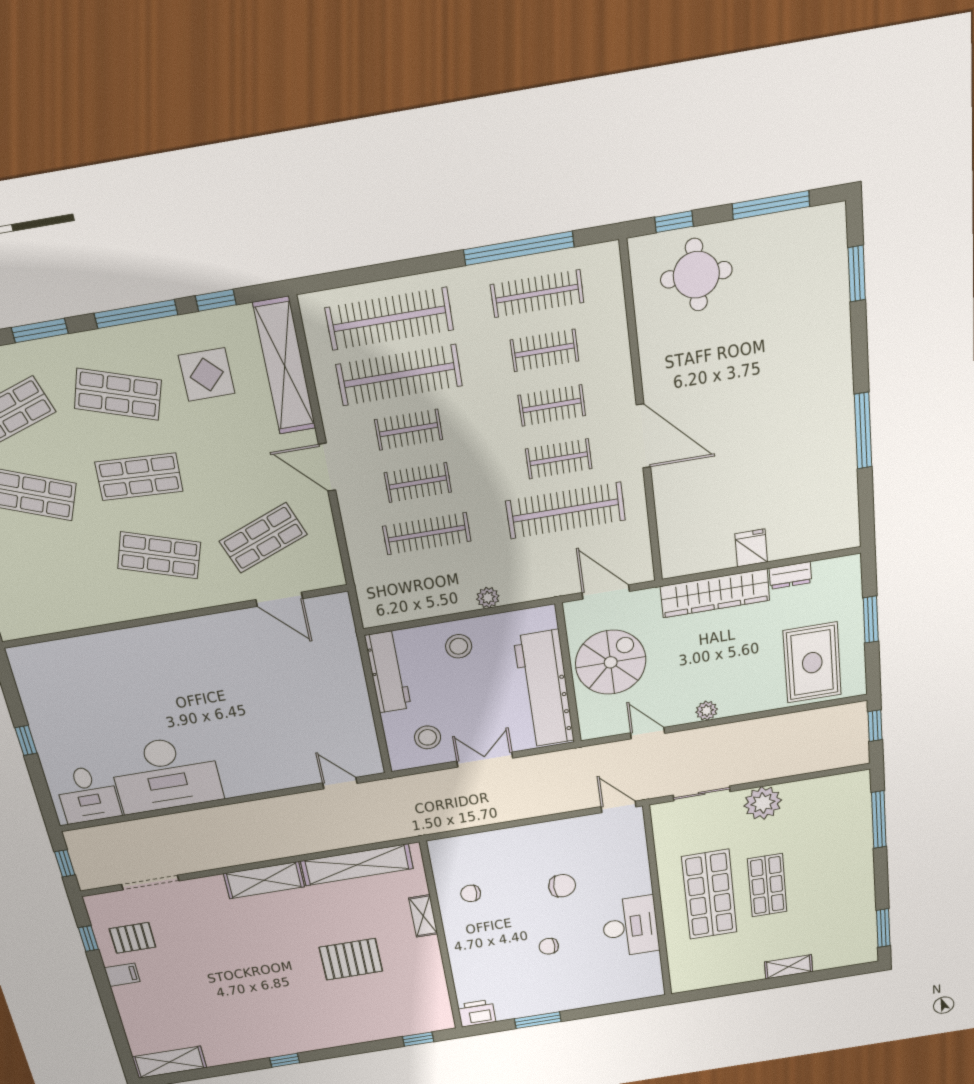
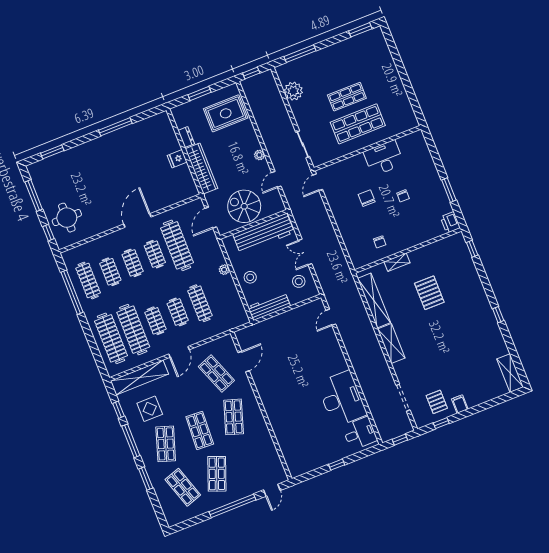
plant: (763, 803) -> (293, 91), moved
shelving: (789, 967) -> (392, 71), removed

